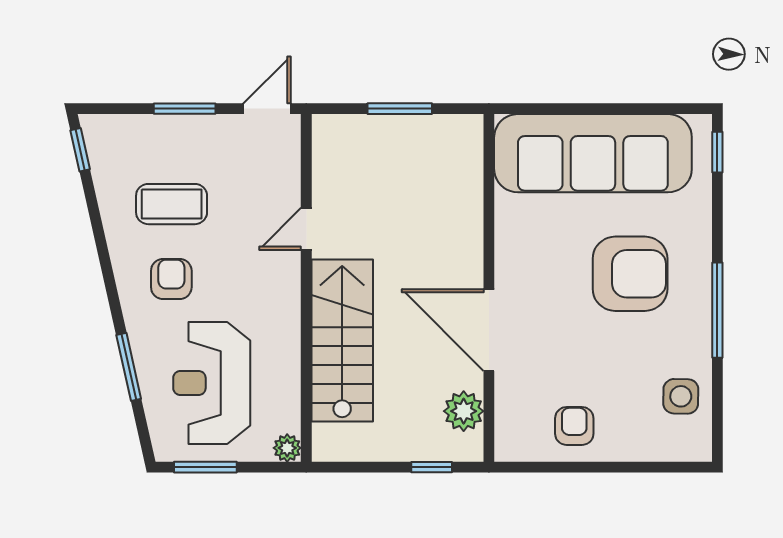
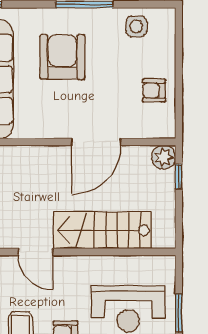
door: (306, 229) -> (35, 252), width x1.38
plant: (464, 411) -> (164, 157), moved
plant: (287, 448) -> (167, 263), removed

